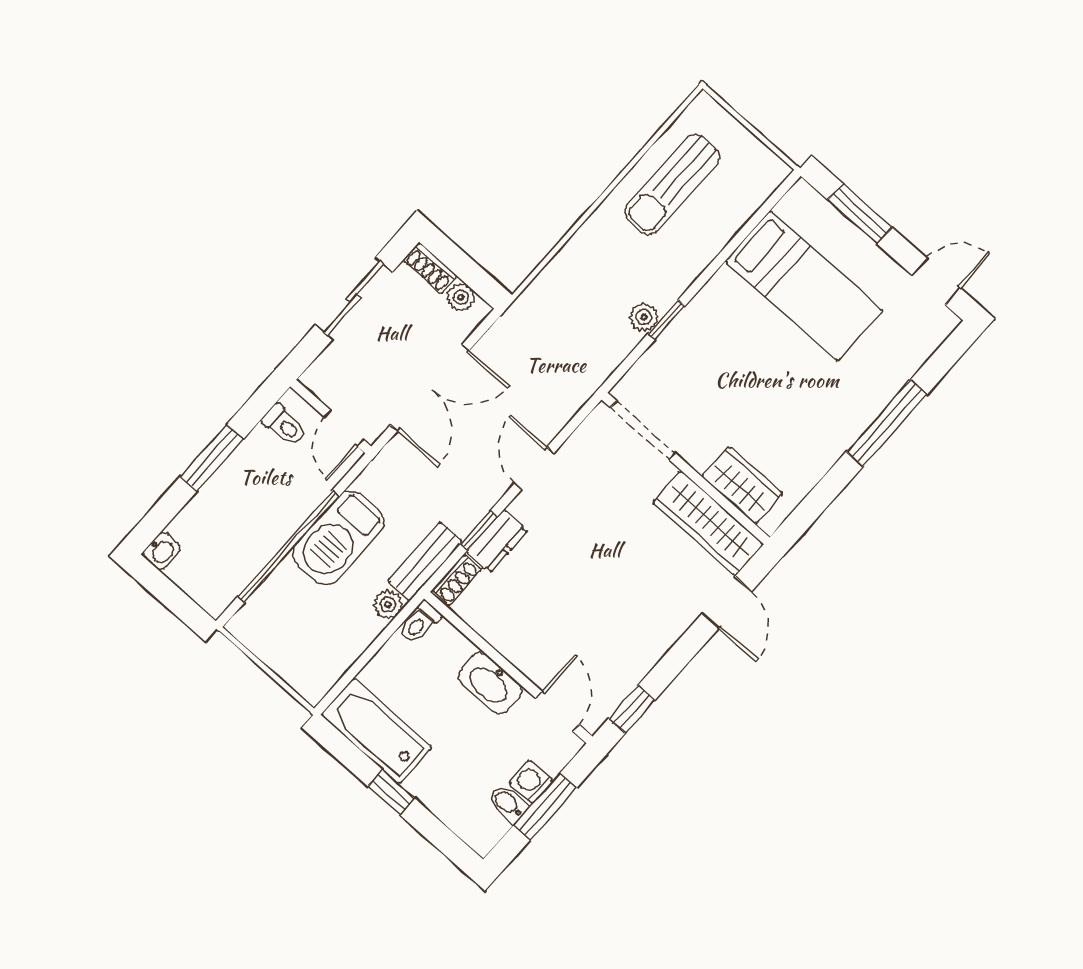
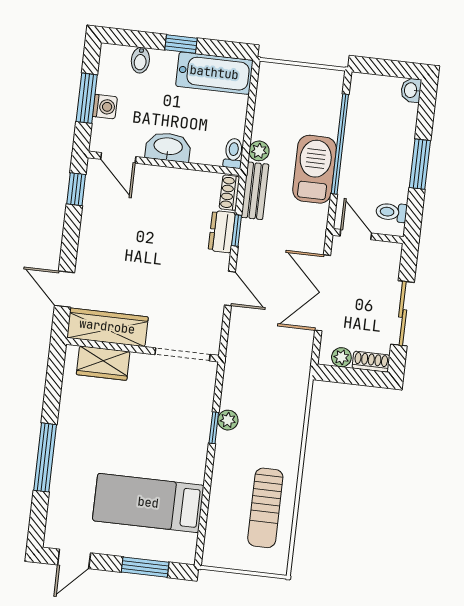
sun lounger: (672, 185) -> (265, 508), turned 180
bidet: (508, 804) -> (140, 60), moved, turned 90

